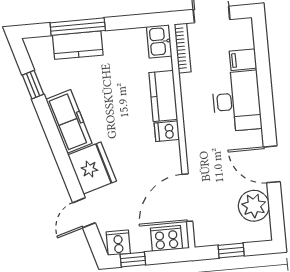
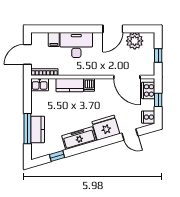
window: (133, 259) -> (158, 100), moved

